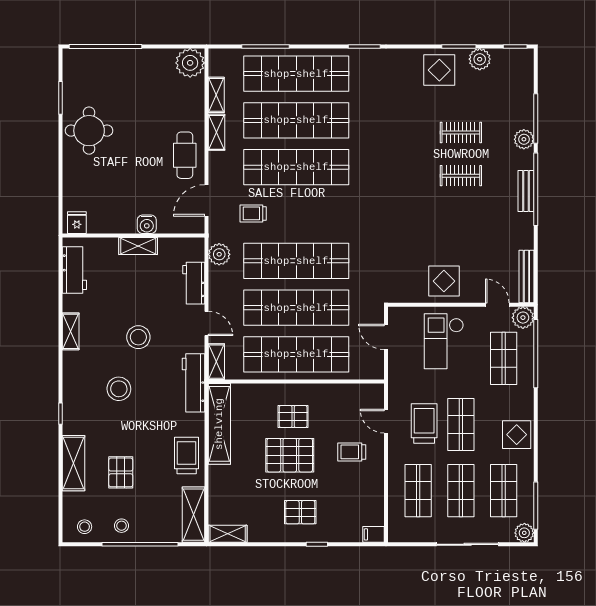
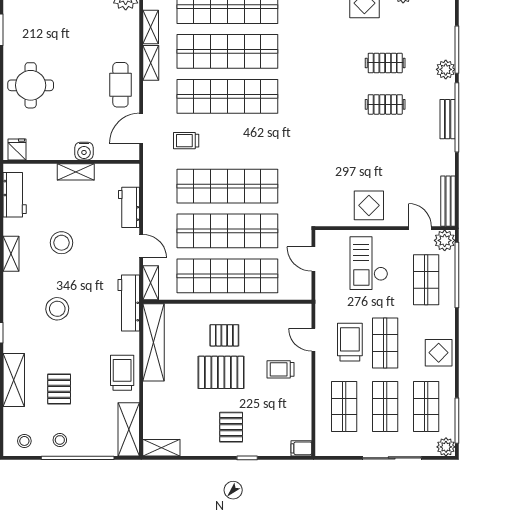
round table: (89, 131) -> (31, 85), moved
plant: (219, 254) -> (153, 180), removed
stool: (138, 337) -> (61, 243), moved
pallet: (300, 512) -> (231, 427), turned 90

